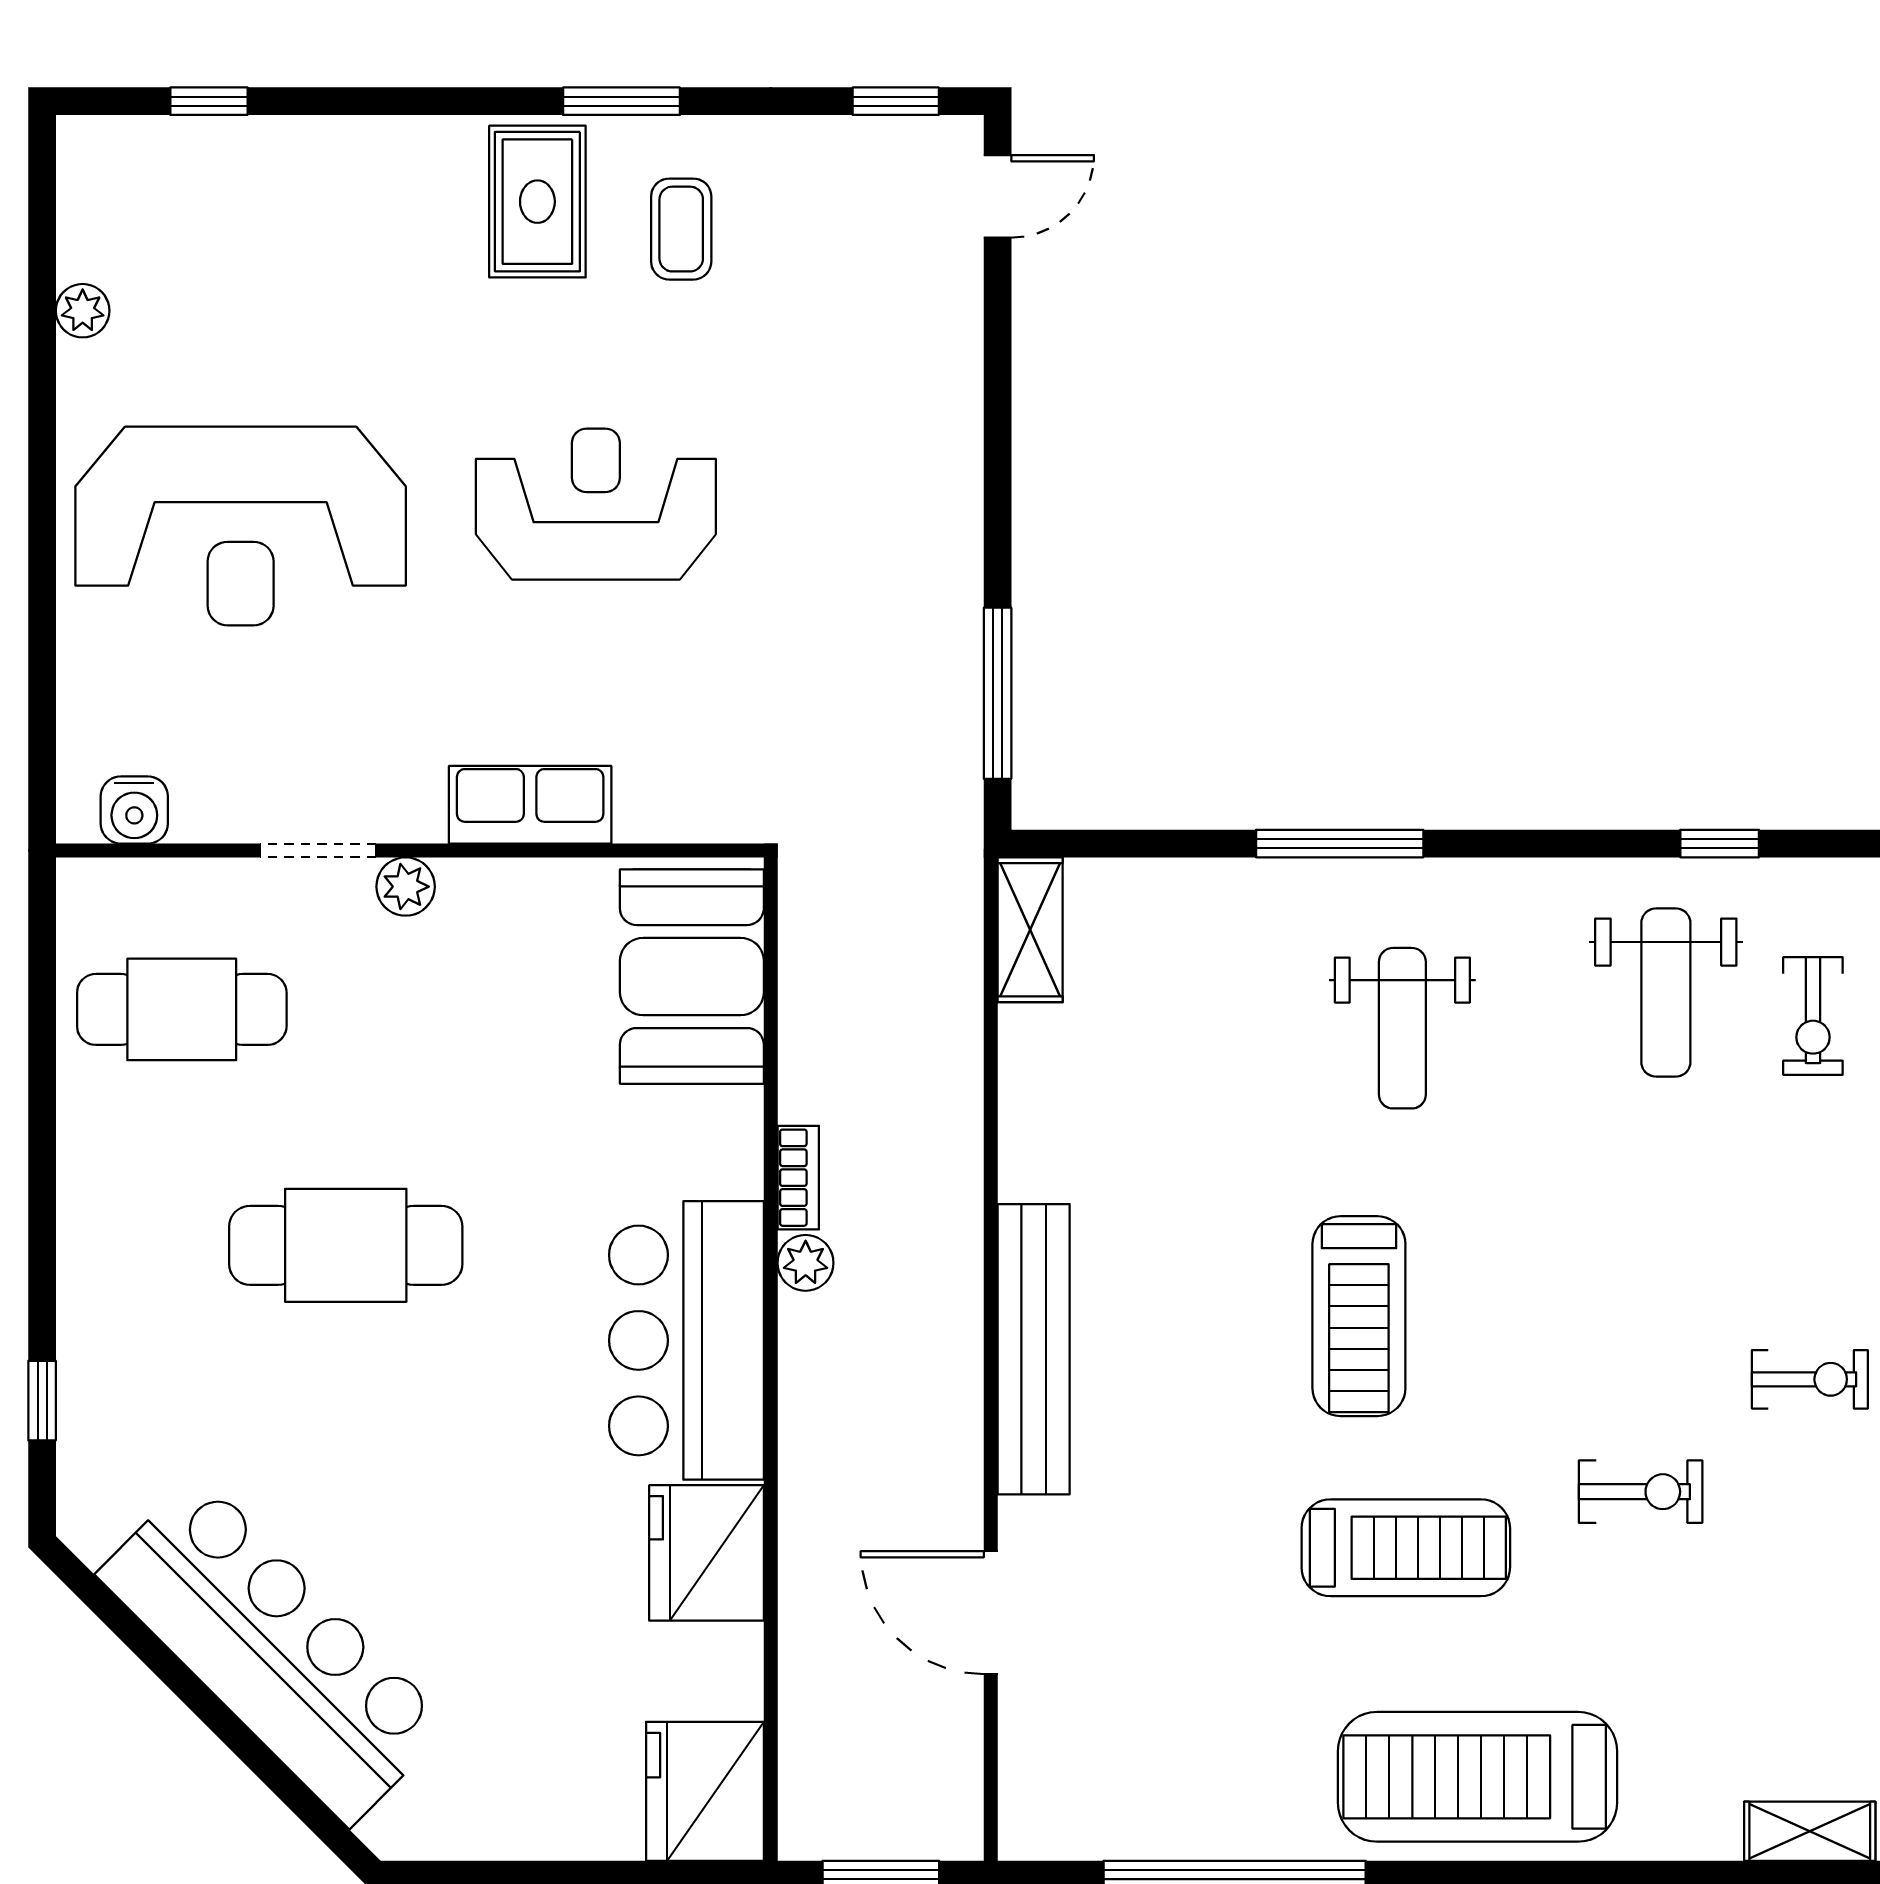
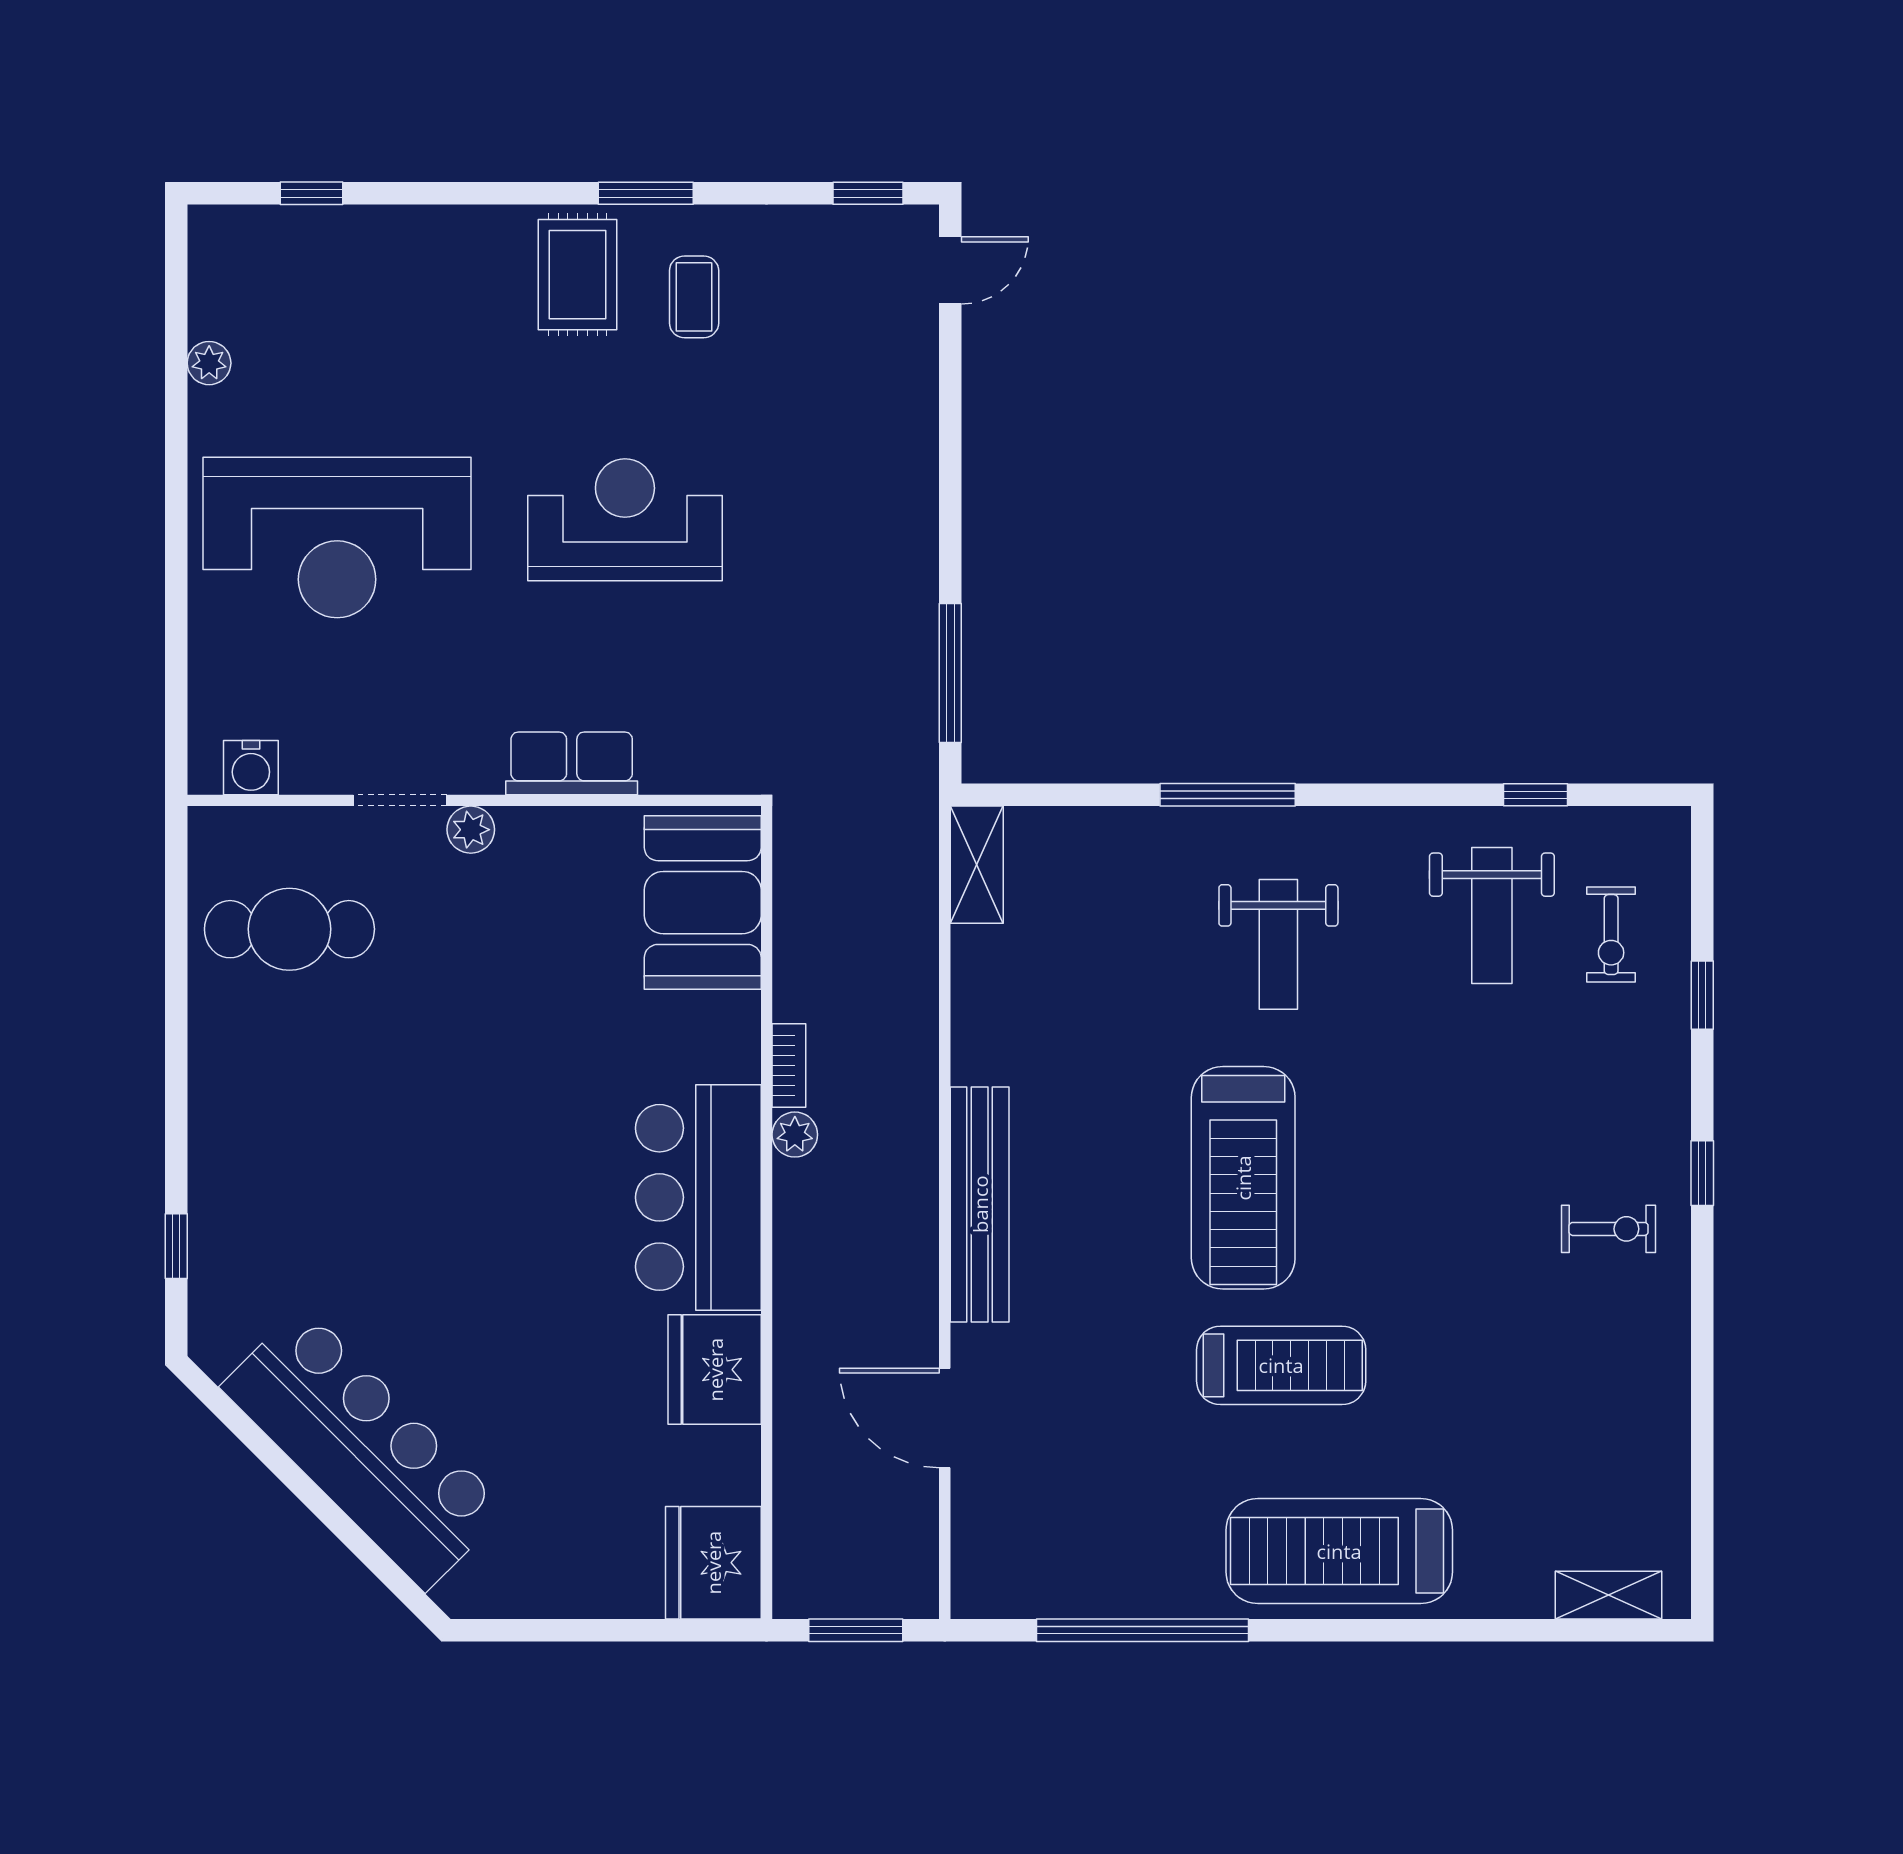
cafe table: (346, 1245) -> (422, 1120), removed
treadmill: (1359, 1316) -> (1243, 1178), width x1.37, depth x1.38
exercise bike: (1641, 1492) -> (1471, 1320), removed

